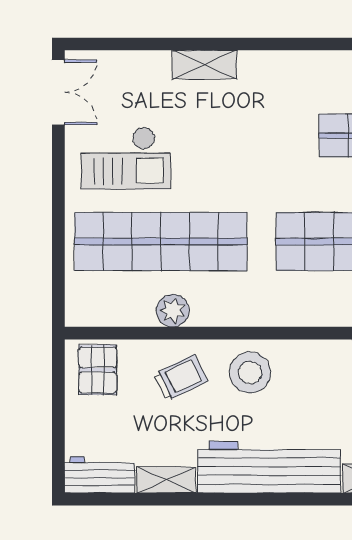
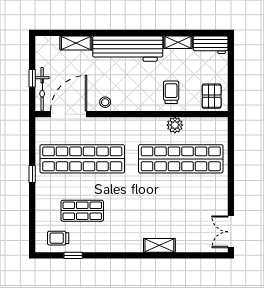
checkout: (126, 158) -> (198, 200), removed
stool: (250, 373) -> (105, 102), moved, width x0.53, depth x0.53
trolley: (180, 378) -> (171, 92), turned 116

